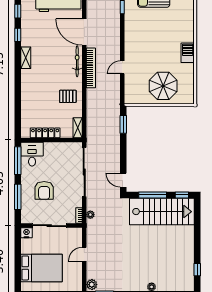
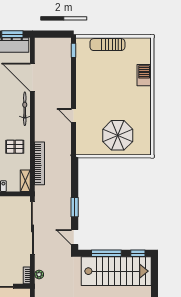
barbecue: (188, 53) -> (144, 75), moved
door: (122, 67) -> (74, 115), hinge flipped
bookcase: (91, 68) -> (40, 163), moved
window: (123, 124) -> (75, 207), moved

